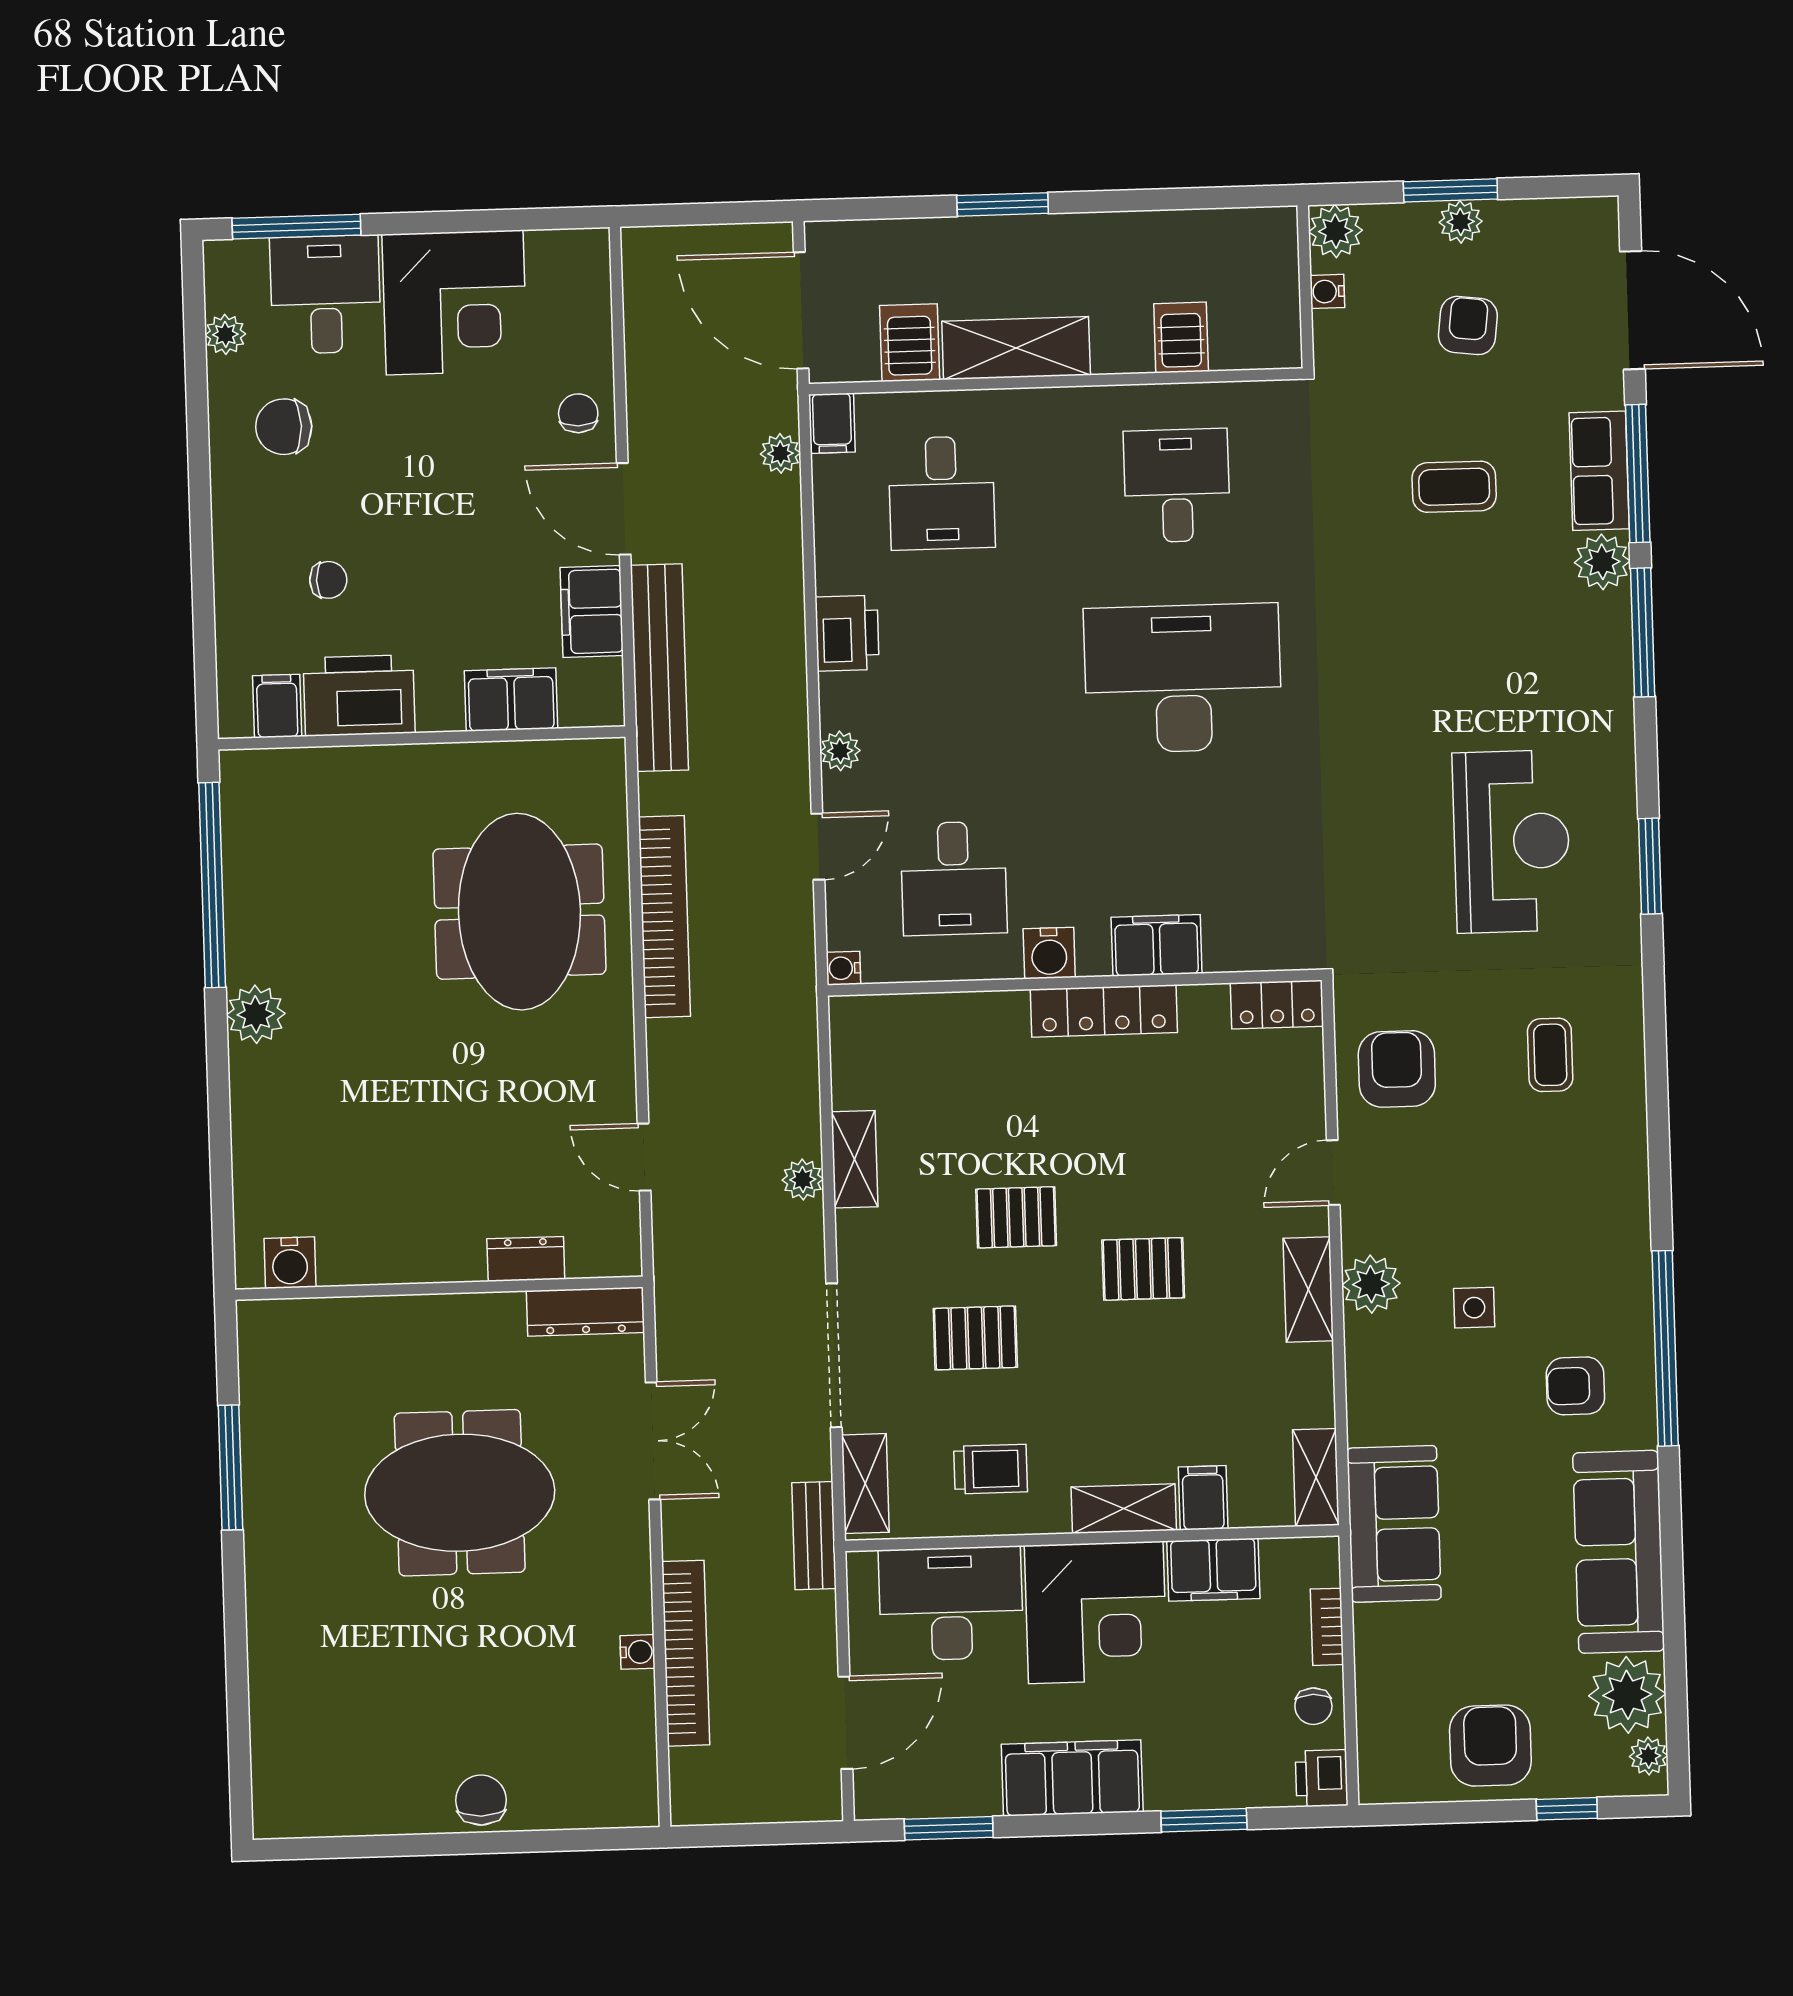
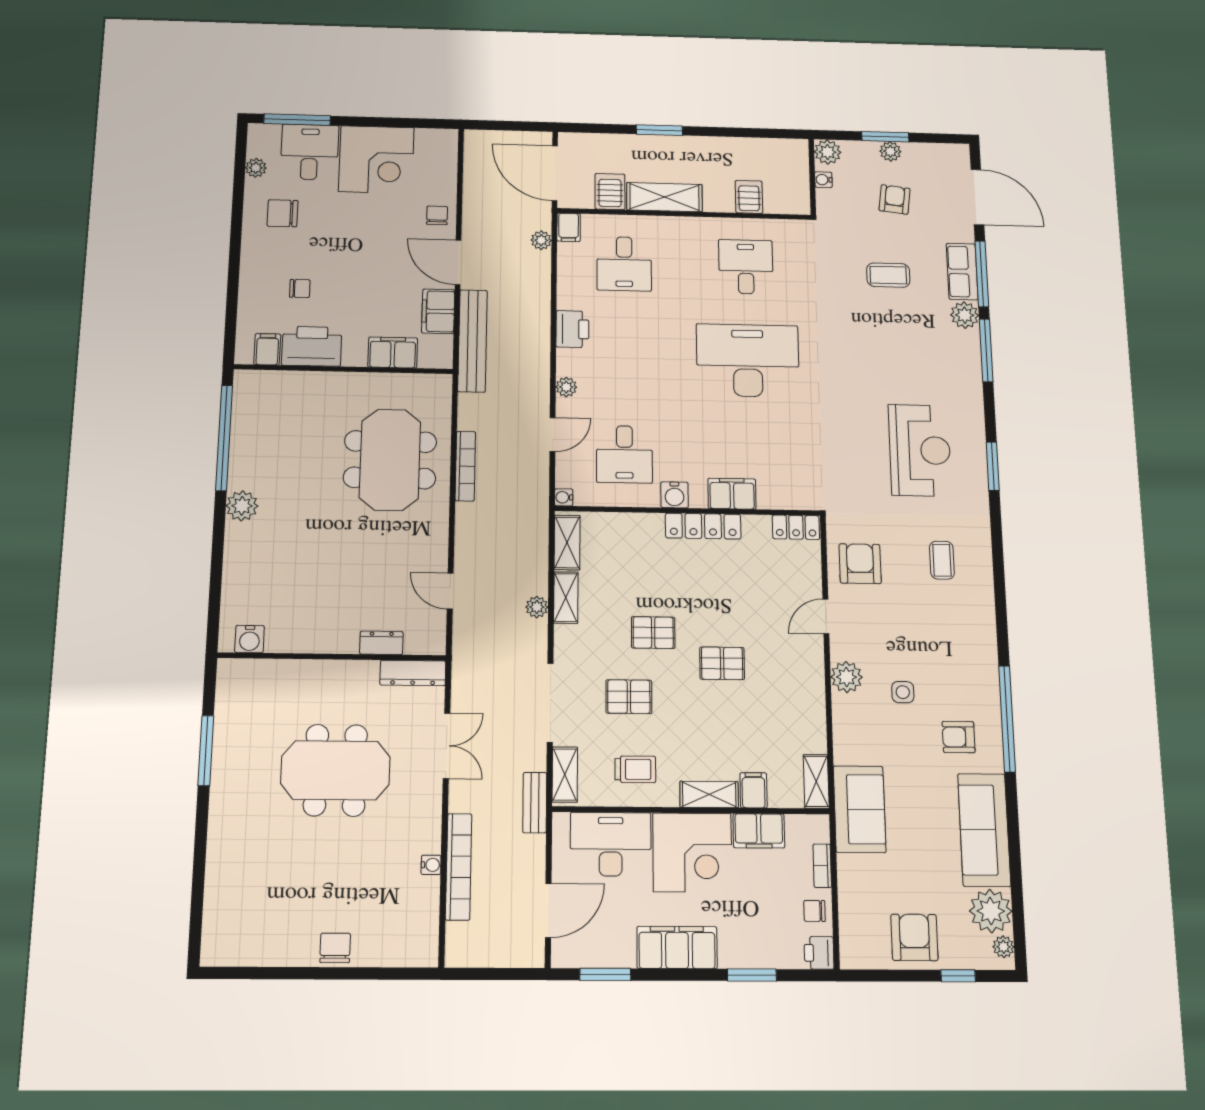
bookcase: (664, 917) -> (465, 466), width x0.68, depth x0.76
shelving: (1308, 1289) -> (567, 542), moved
chair: (1313, 1706) -> (815, 911), turned 90

